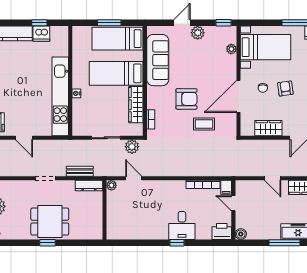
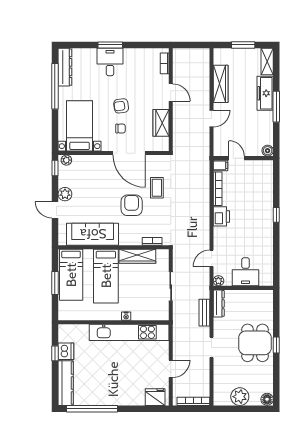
plant: (231, 49) -> (66, 160), moved
plant: (132, 147) -> (180, 260), removed
door: (233, 203) -> (237, 158), swing flipped
desk: (182, 226) -> (246, 272), moved, turned 90
printer: (222, 232) -> (221, 216), moved, turned 180

